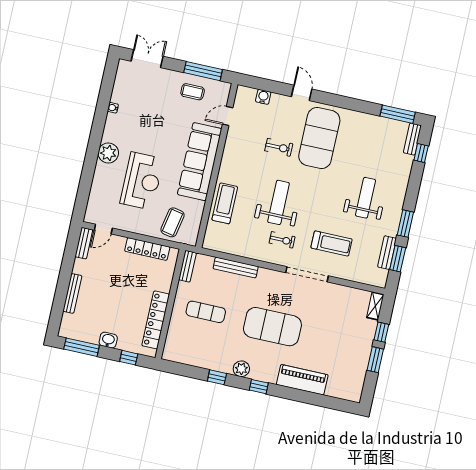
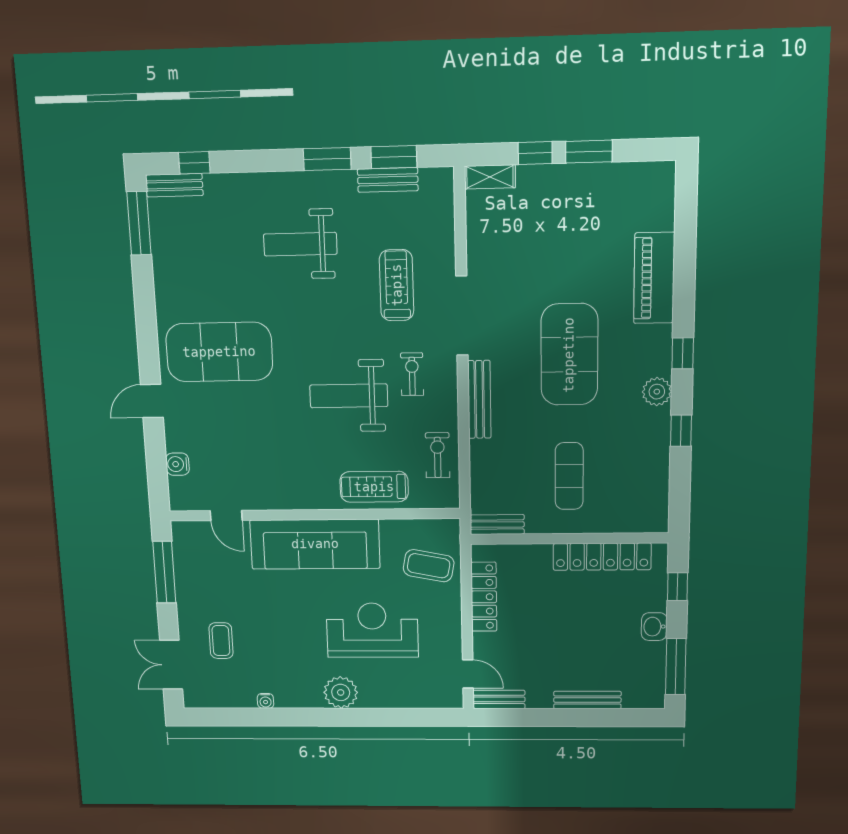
coffee table: (193, 92) -> (221, 641), moved
exercise bike: (279, 147) -> (438, 455), moved
bench: (236, 268) -> (479, 400), moved

